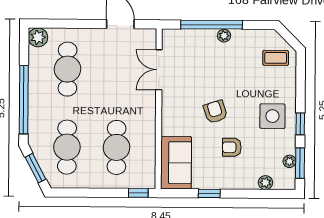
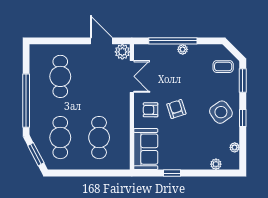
plant: (38, 37) -> (122, 52), moved
double door: (159, 70) -> (132, 76), swing flipped
side table: (272, 116) -> (221, 112), turned -35
armchair: (232, 147) -> (151, 110), moved
window: (300, 163) -> (243, 80), moved
window: (138, 193) -> (116, 173), removed

